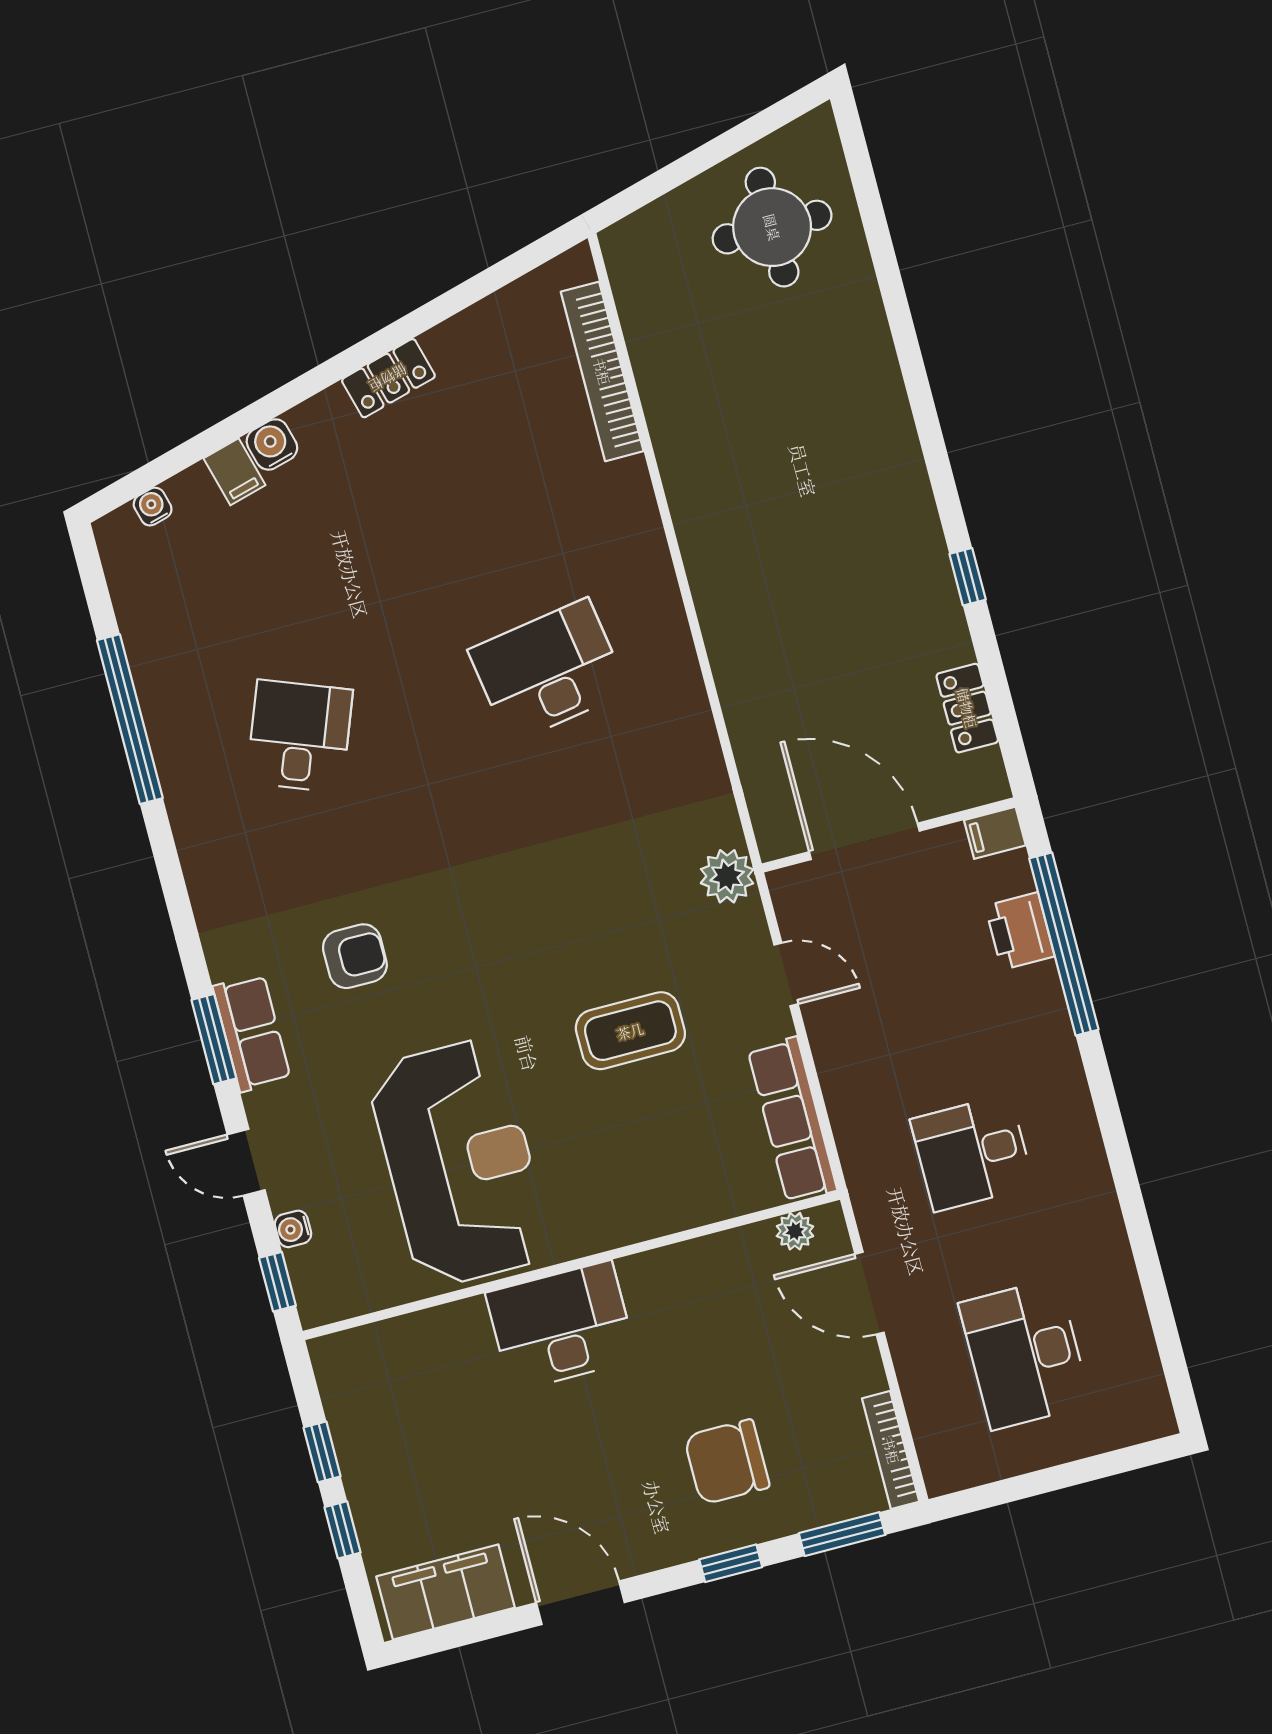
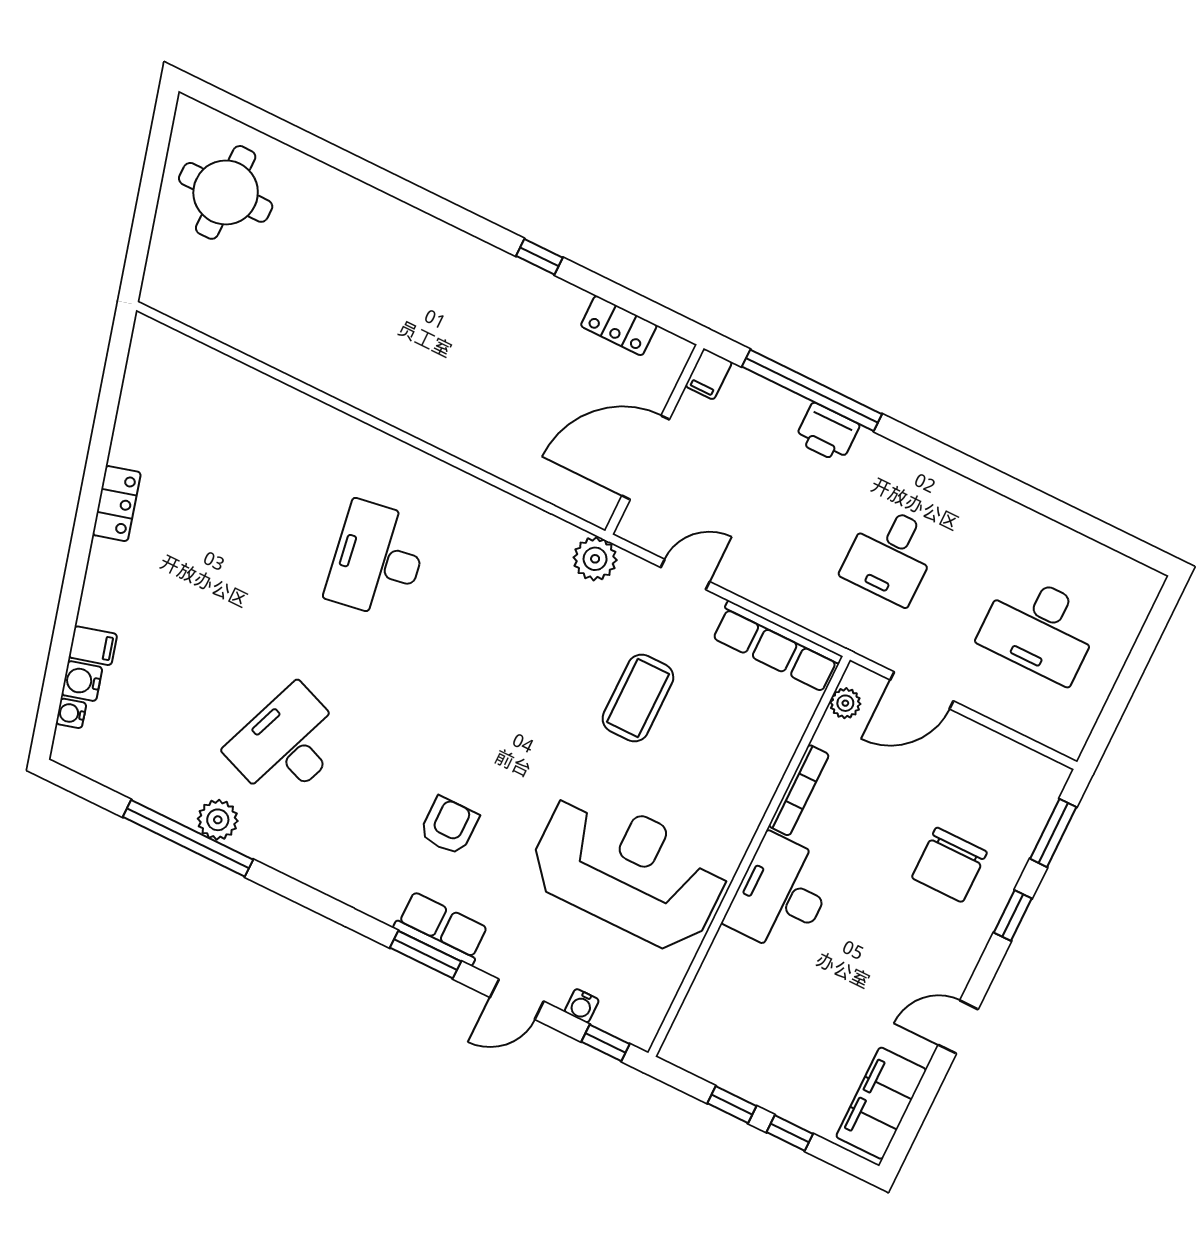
bookcase: (602, 371) -> (224, 371), removed
water cooler: (272, 444) -> (82, 681), moved
plant: (172, 732) -> (218, 820), added
desk: (299, 736) -> (287, 744), width x1.37
printer: (1020, 931) -> (827, 433), moved
bookcase: (891, 1450) -> (799, 790), moved, turned -90
door: (580, 1603) -> (958, 1027), width x0.73

